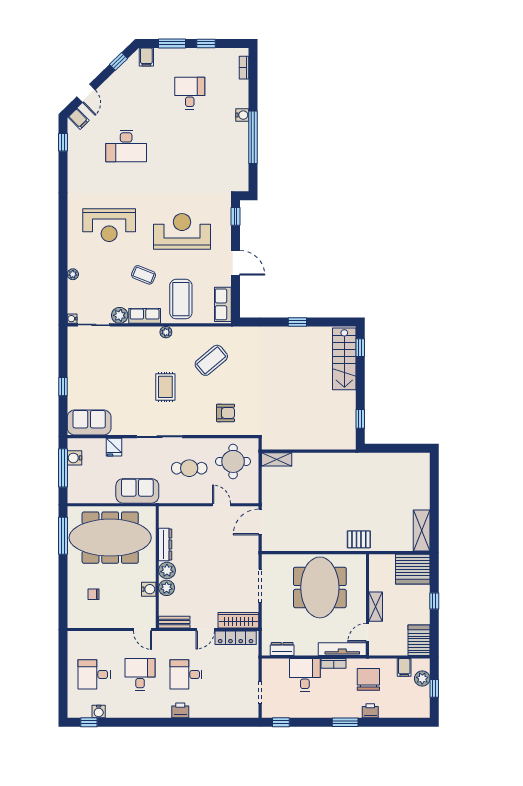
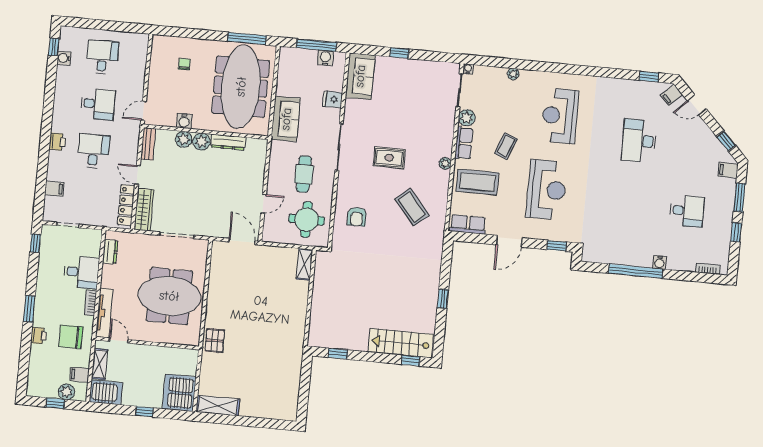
shelving: (376, 607) -> (100, 364), moved, turned 90
chair: (368, 679) -> (71, 337), turned 180
filing cabinet: (226, 709) -> (54, 189), added

